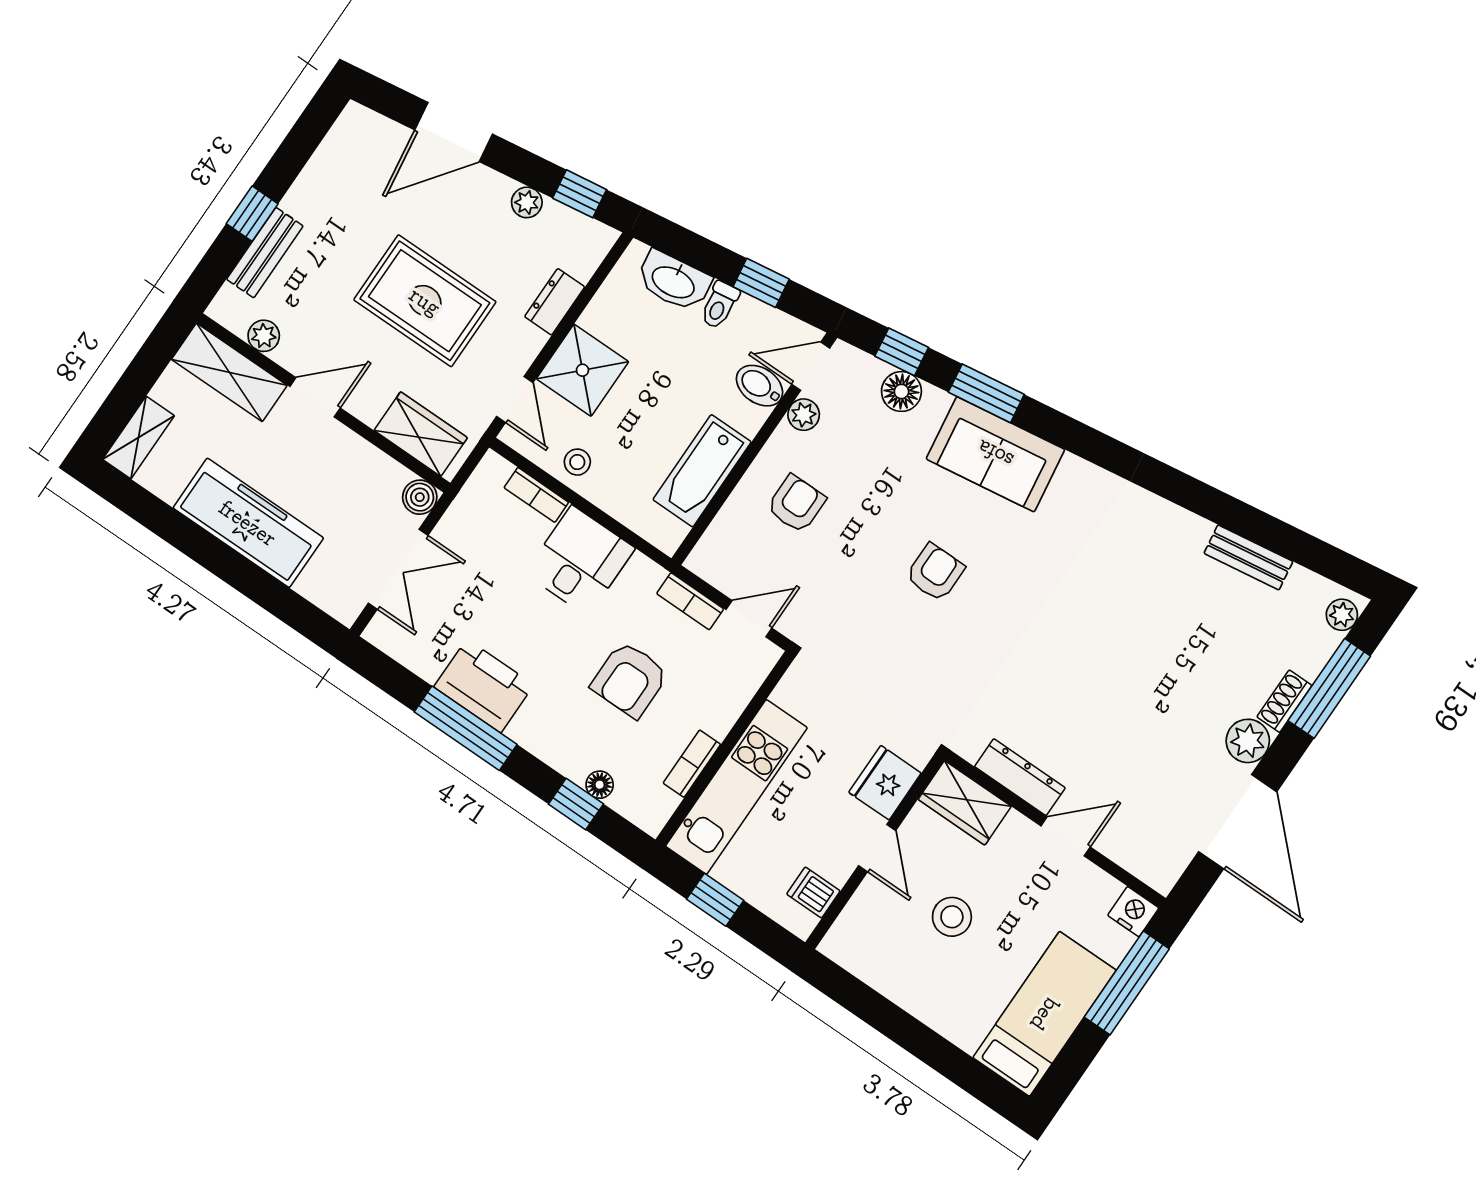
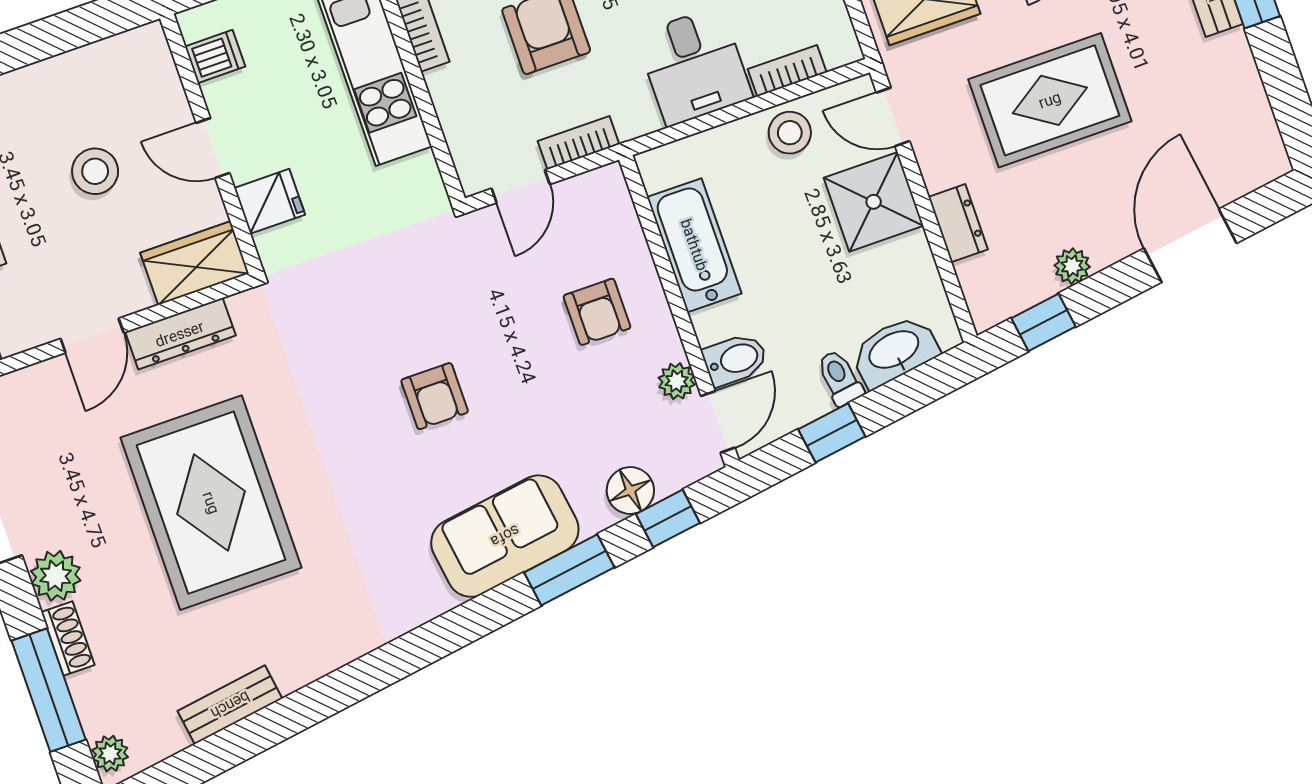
stool: (577, 462) -> (790, 133), width x1.37, depth x1.37
rug: (1120, 672) -> (211, 503), added
fridge: (885, 783) -> (270, 201), width x0.72

